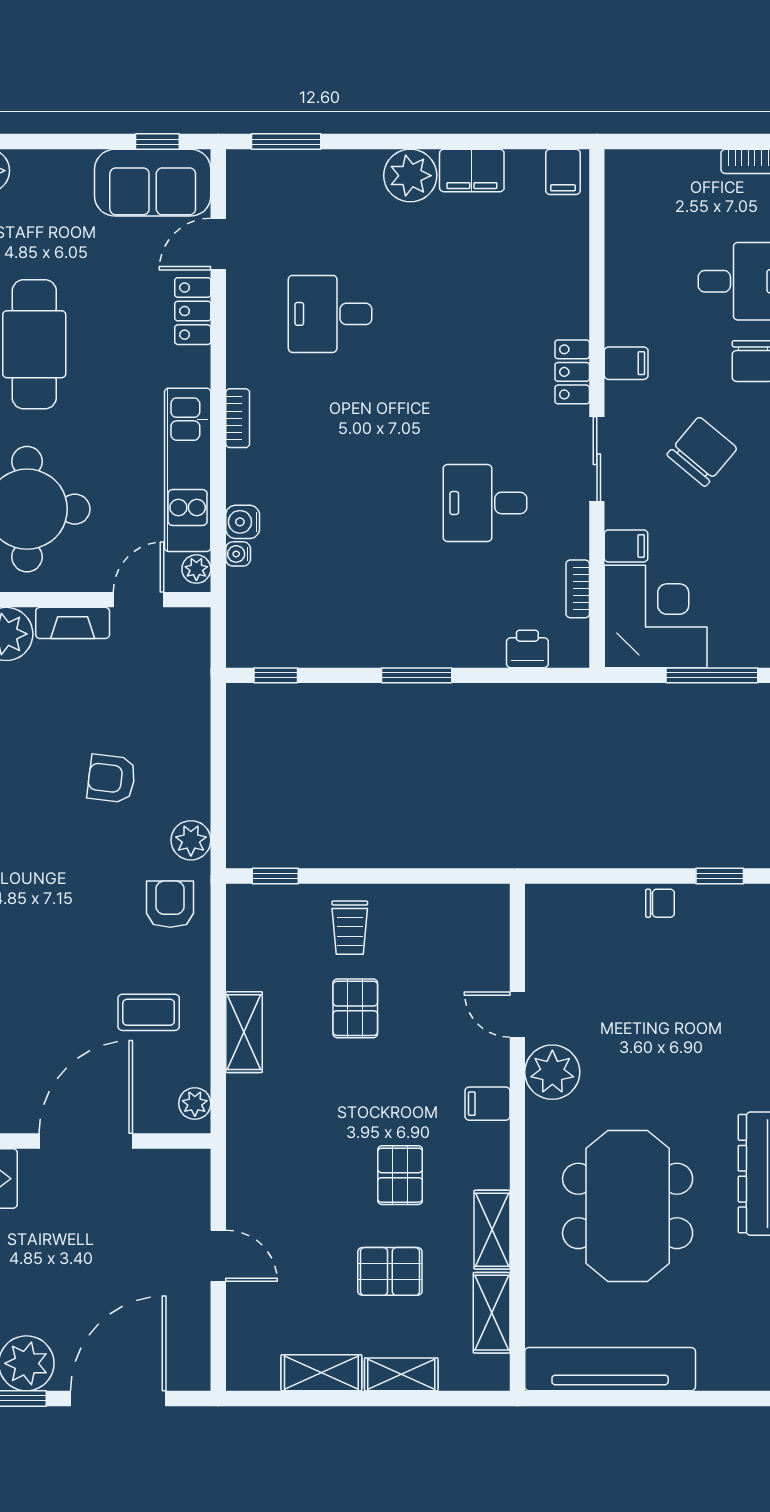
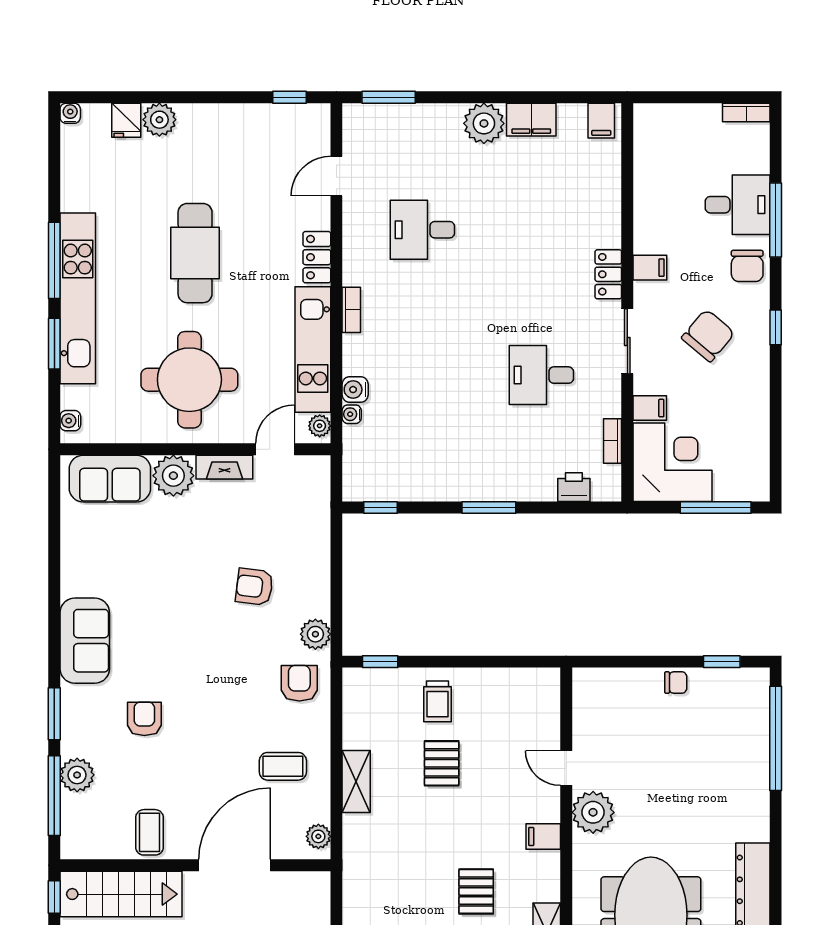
sofa: (153, 183) -> (286, 129), removed
locker: (193, 311) -> (317, 257), moved

